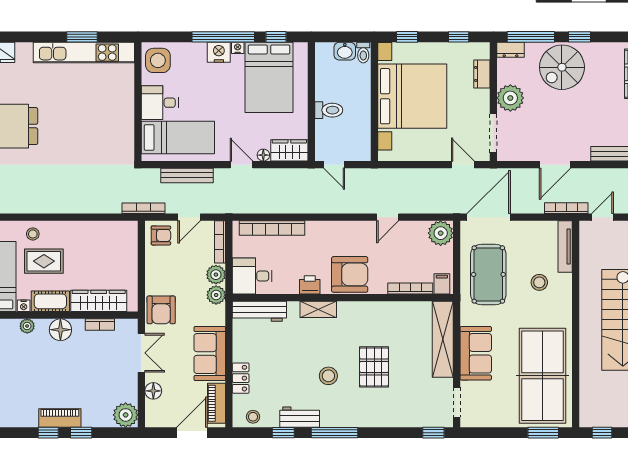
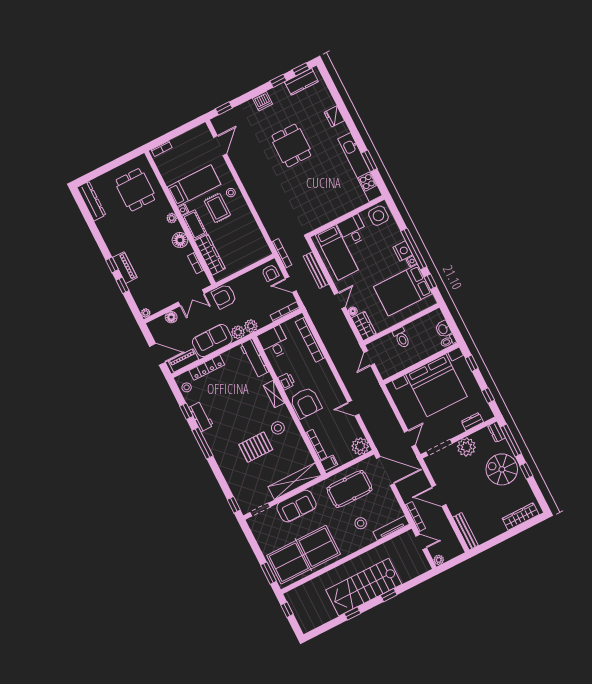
plant: (216, 275) -> (238, 332), moved
stool: (328, 376) -> (278, 428), moved
locker: (241, 378) -> (207, 368), width x1.53
plant: (126, 415) -> (146, 313), width x0.53, depth x0.53

